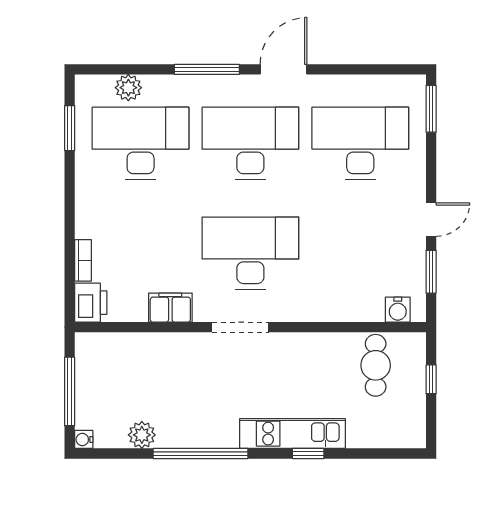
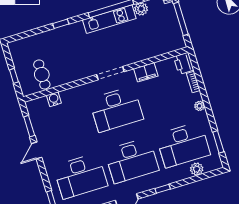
window: (207, 69) -> (163, 189), width x0.46
plant: (85, 210) -> (199, 106), added
water cooler: (398, 310) -> (54, 99), moved
kitchen unit: (292, 434) -> (109, 19), moved

